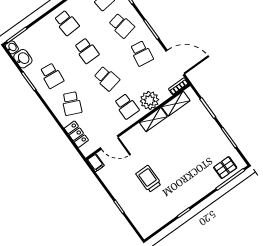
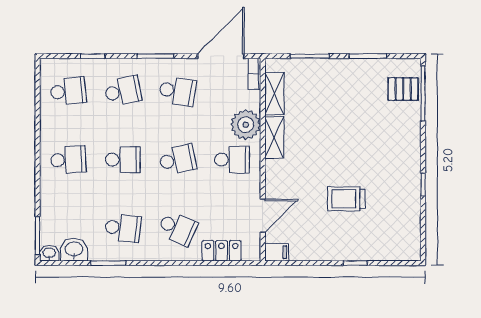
pallet: (225, 168) -> (403, 89), turned 90

